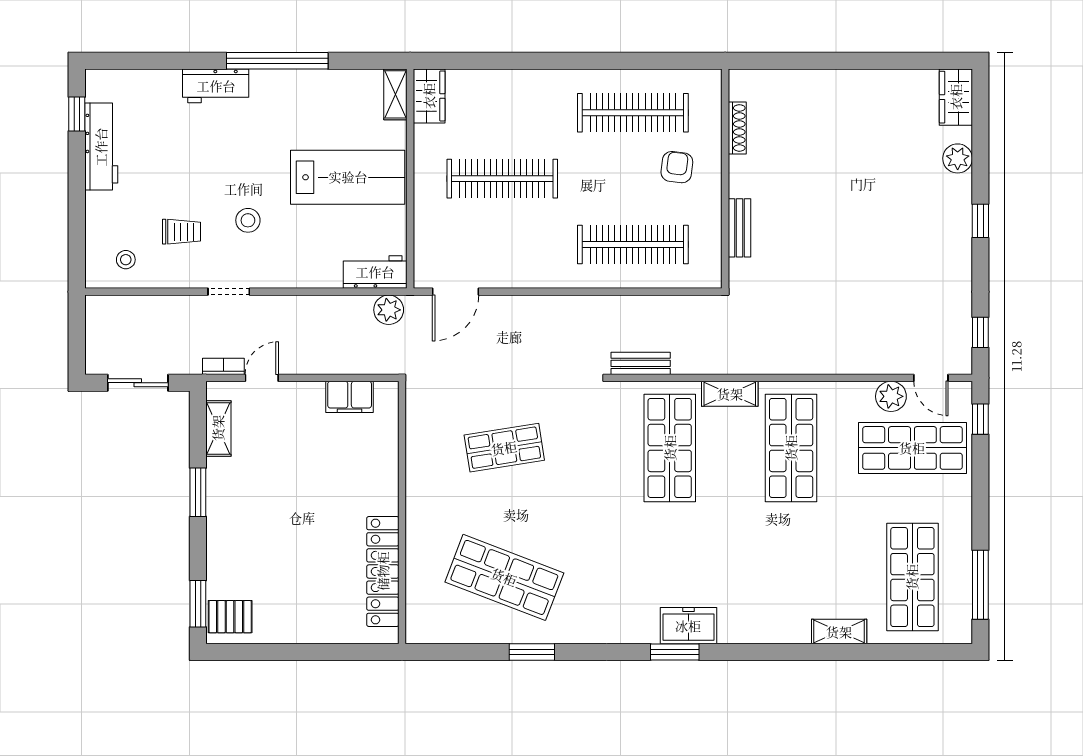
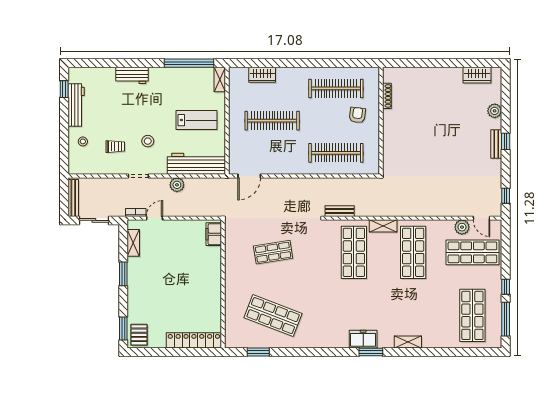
window: (277, 61) -> (189, 63), moved
wardrobe: (429, 96) -> (262, 75), moved, turned 90
wardrobe: (956, 97) -> (477, 75), moved, turned -90
lab bench: (348, 177) -> (197, 120), width x0.73, depth x0.72
bench: (740, 228) -> (496, 144), moved
stool: (126, 260) -> (83, 141), moved
workbench: (375, 272) -> (196, 164), width x1.88, depth x1.32
plant: (389, 310) -> (177, 185), moved
bench: (95, 337) -> (73, 198), added
filing cabinet: (350, 397) -> (214, 234), moved, turned 90
window: (980, 419) -> (506, 287), moved
locker: (383, 571) -> (194, 340), moved, turned 90
pallet: (230, 617) -> (139, 335), turned 90
shelving: (839, 632) -> (408, 342), moved
window: (532, 652) -> (258, 352), moved
window: (675, 652) -> (371, 352), moved

